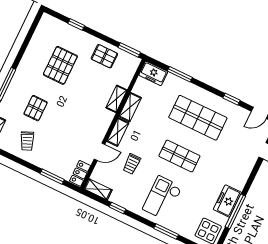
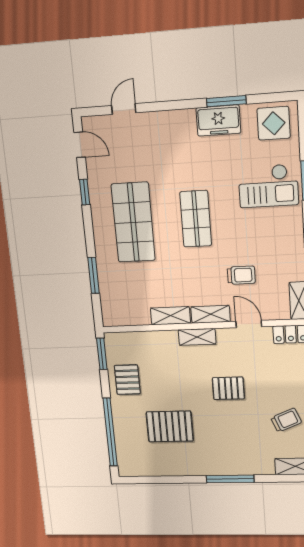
window: (76, 24) -> (110, 432), width x3.17
freezer: (153, 73) -> (112, 309), removed
shelving: (116, 99) -> (197, 337), moved
pallet: (36, 108) -> (228, 388), moved
checkout: (162, 198) -> (268, 186), moved
window: (235, 211) -> (226, 101), width x0.69

